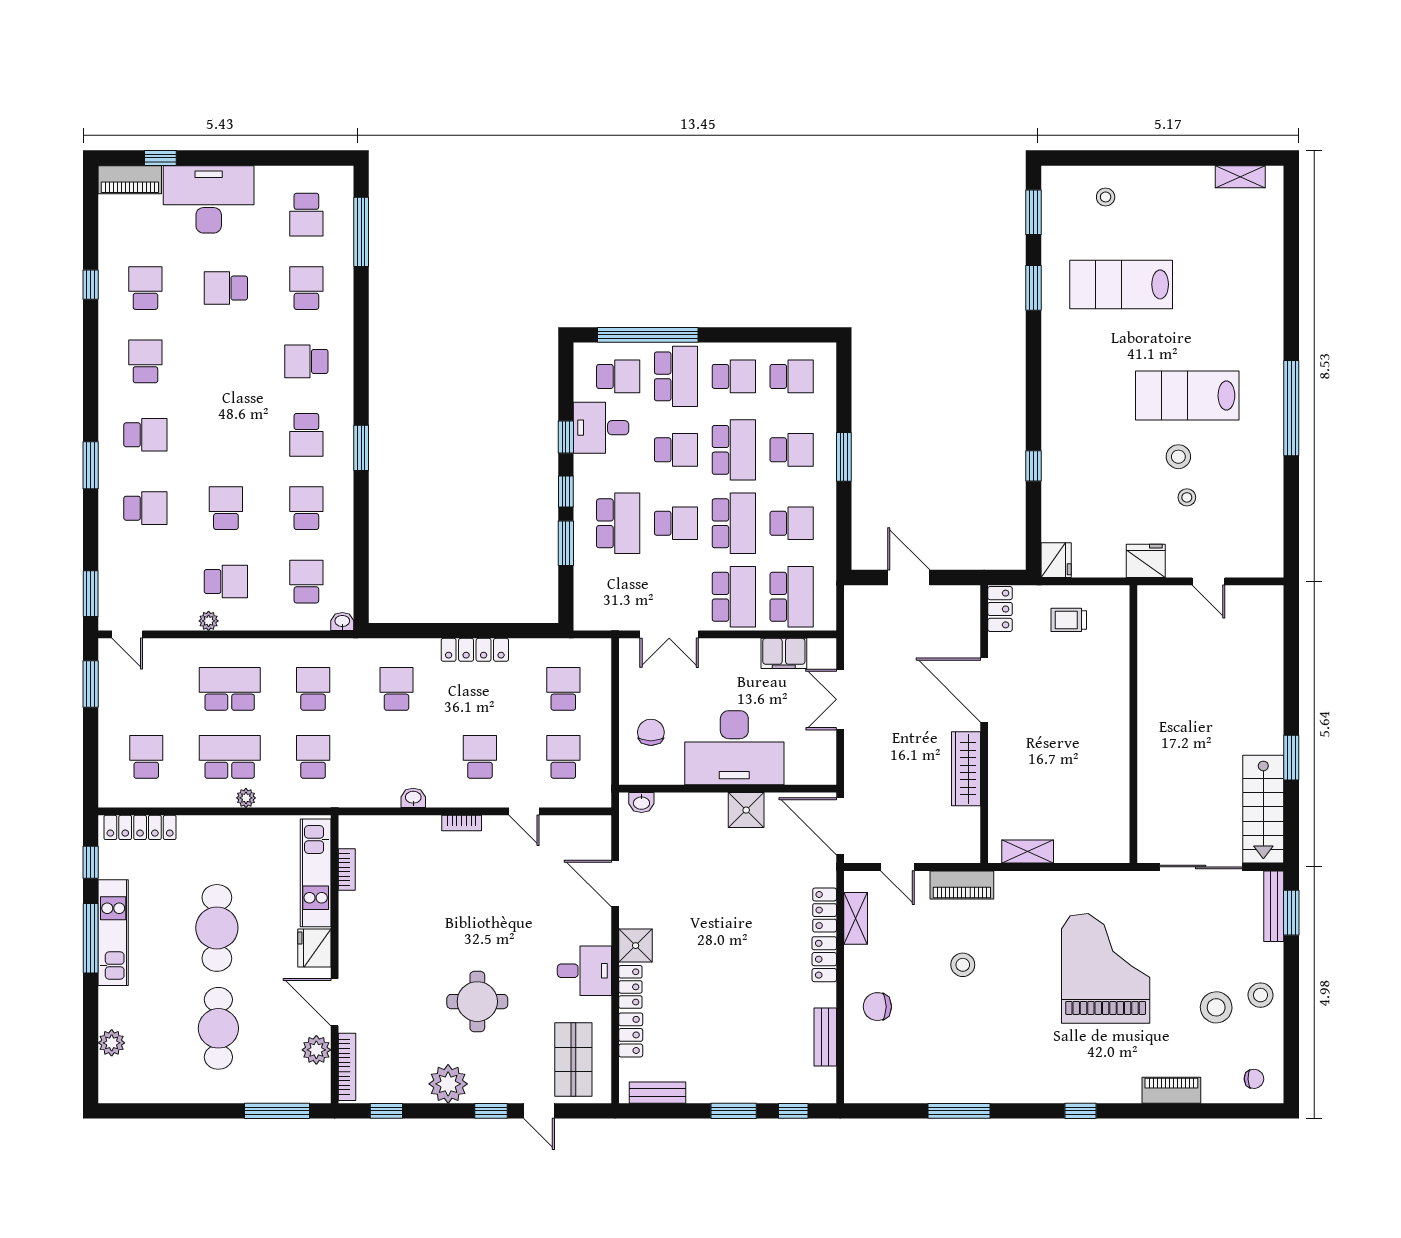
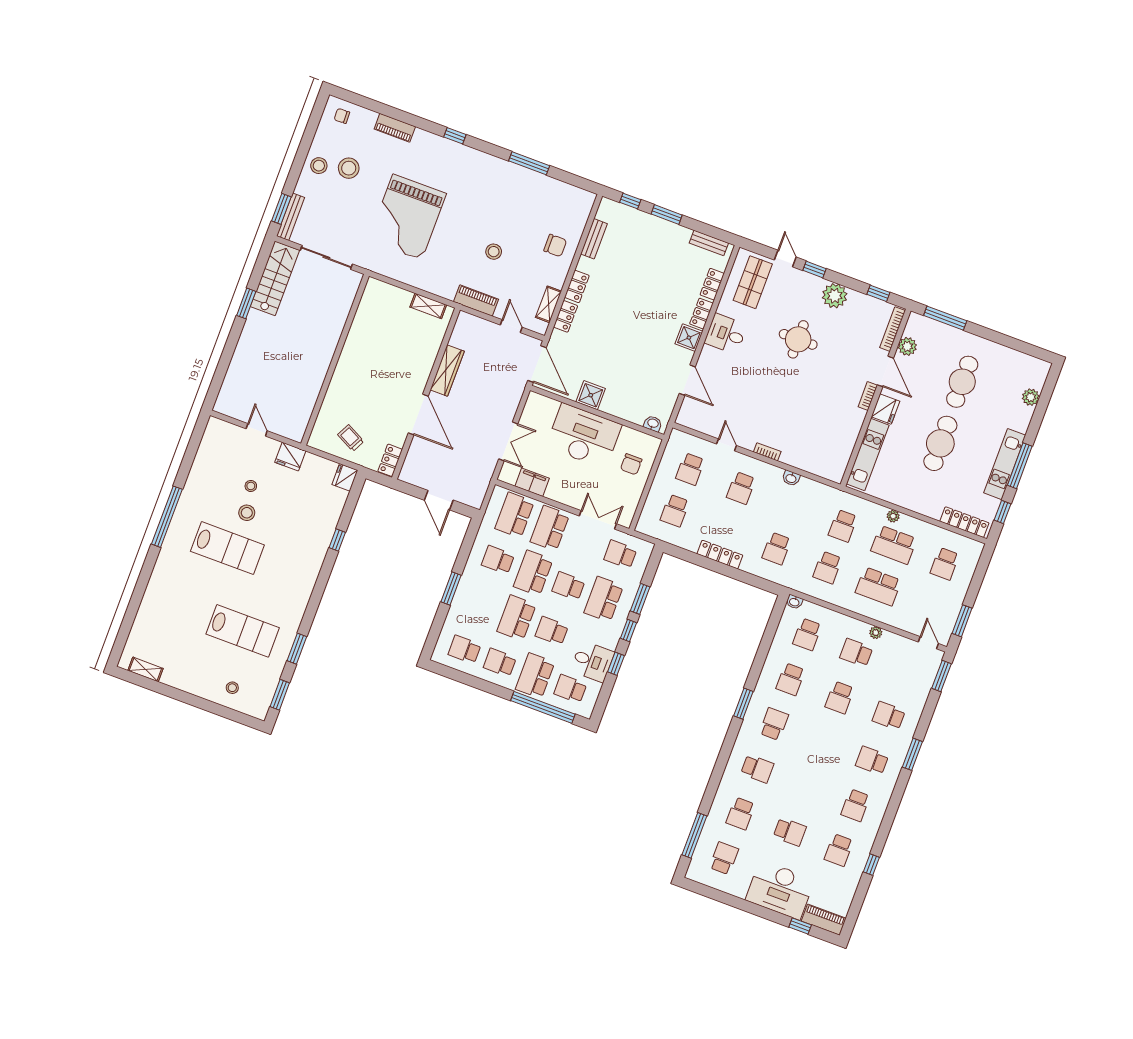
school desk: (792, 450) -> (620, 554), moved
trolley: (1069, 620) -> (351, 438), turned -153
bookcase: (347, 870) -> (868, 396), moved

